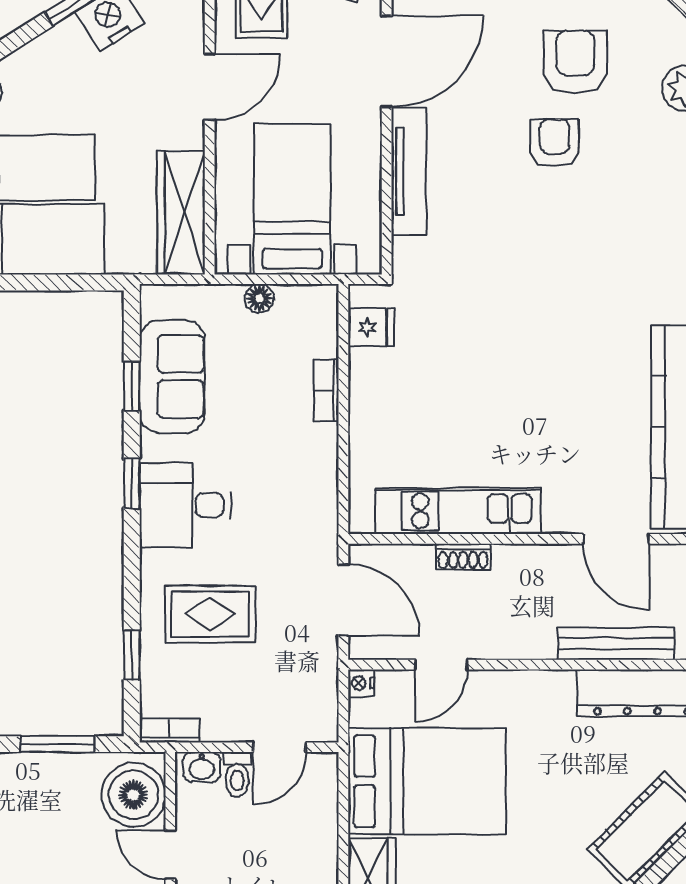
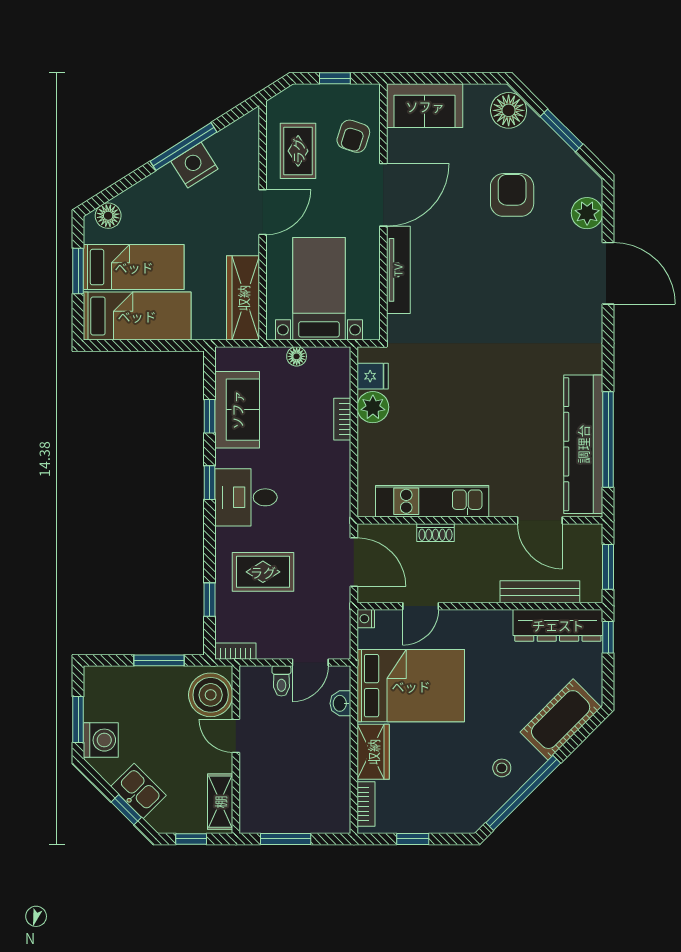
armchair: (555, 143) -> (498, 251), removed
plant: (371, 373) -> (373, 407), added
washbasin: (202, 767) -> (340, 703), moved, turned 90

